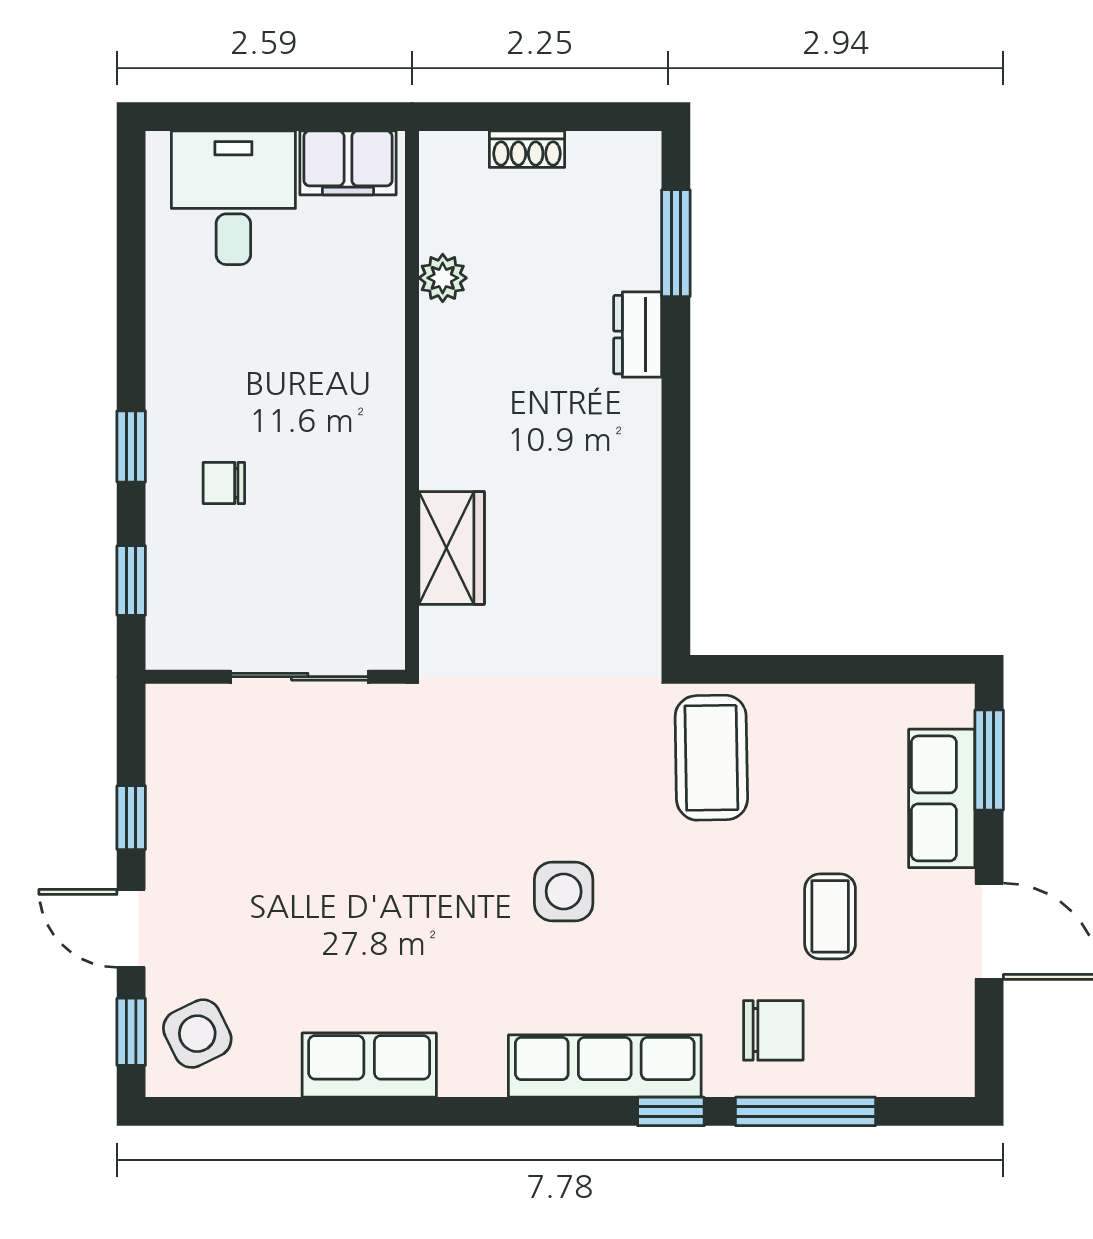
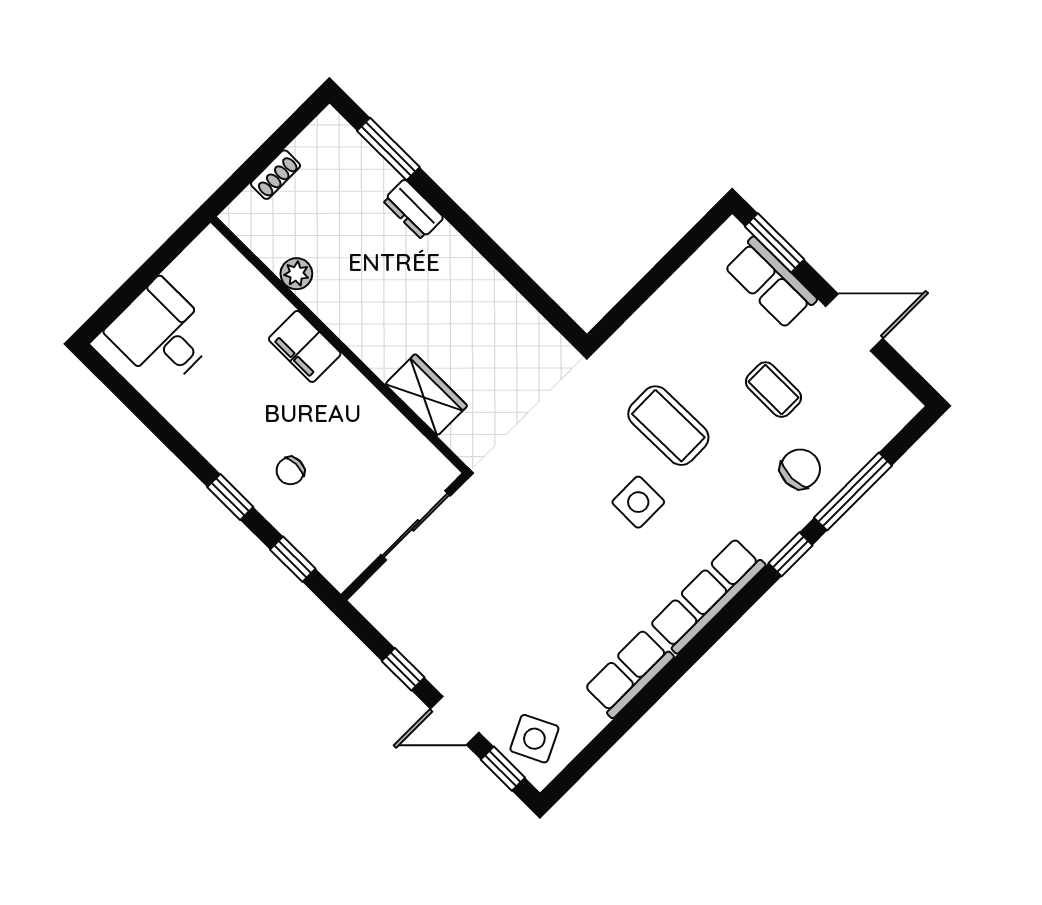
filing cabinet: (348, 163) -> (305, 346), moved, turned 90
coffee table: (711, 758) -> (668, 426), moved
row of seats: (605, 1066) -> (707, 595), moved

